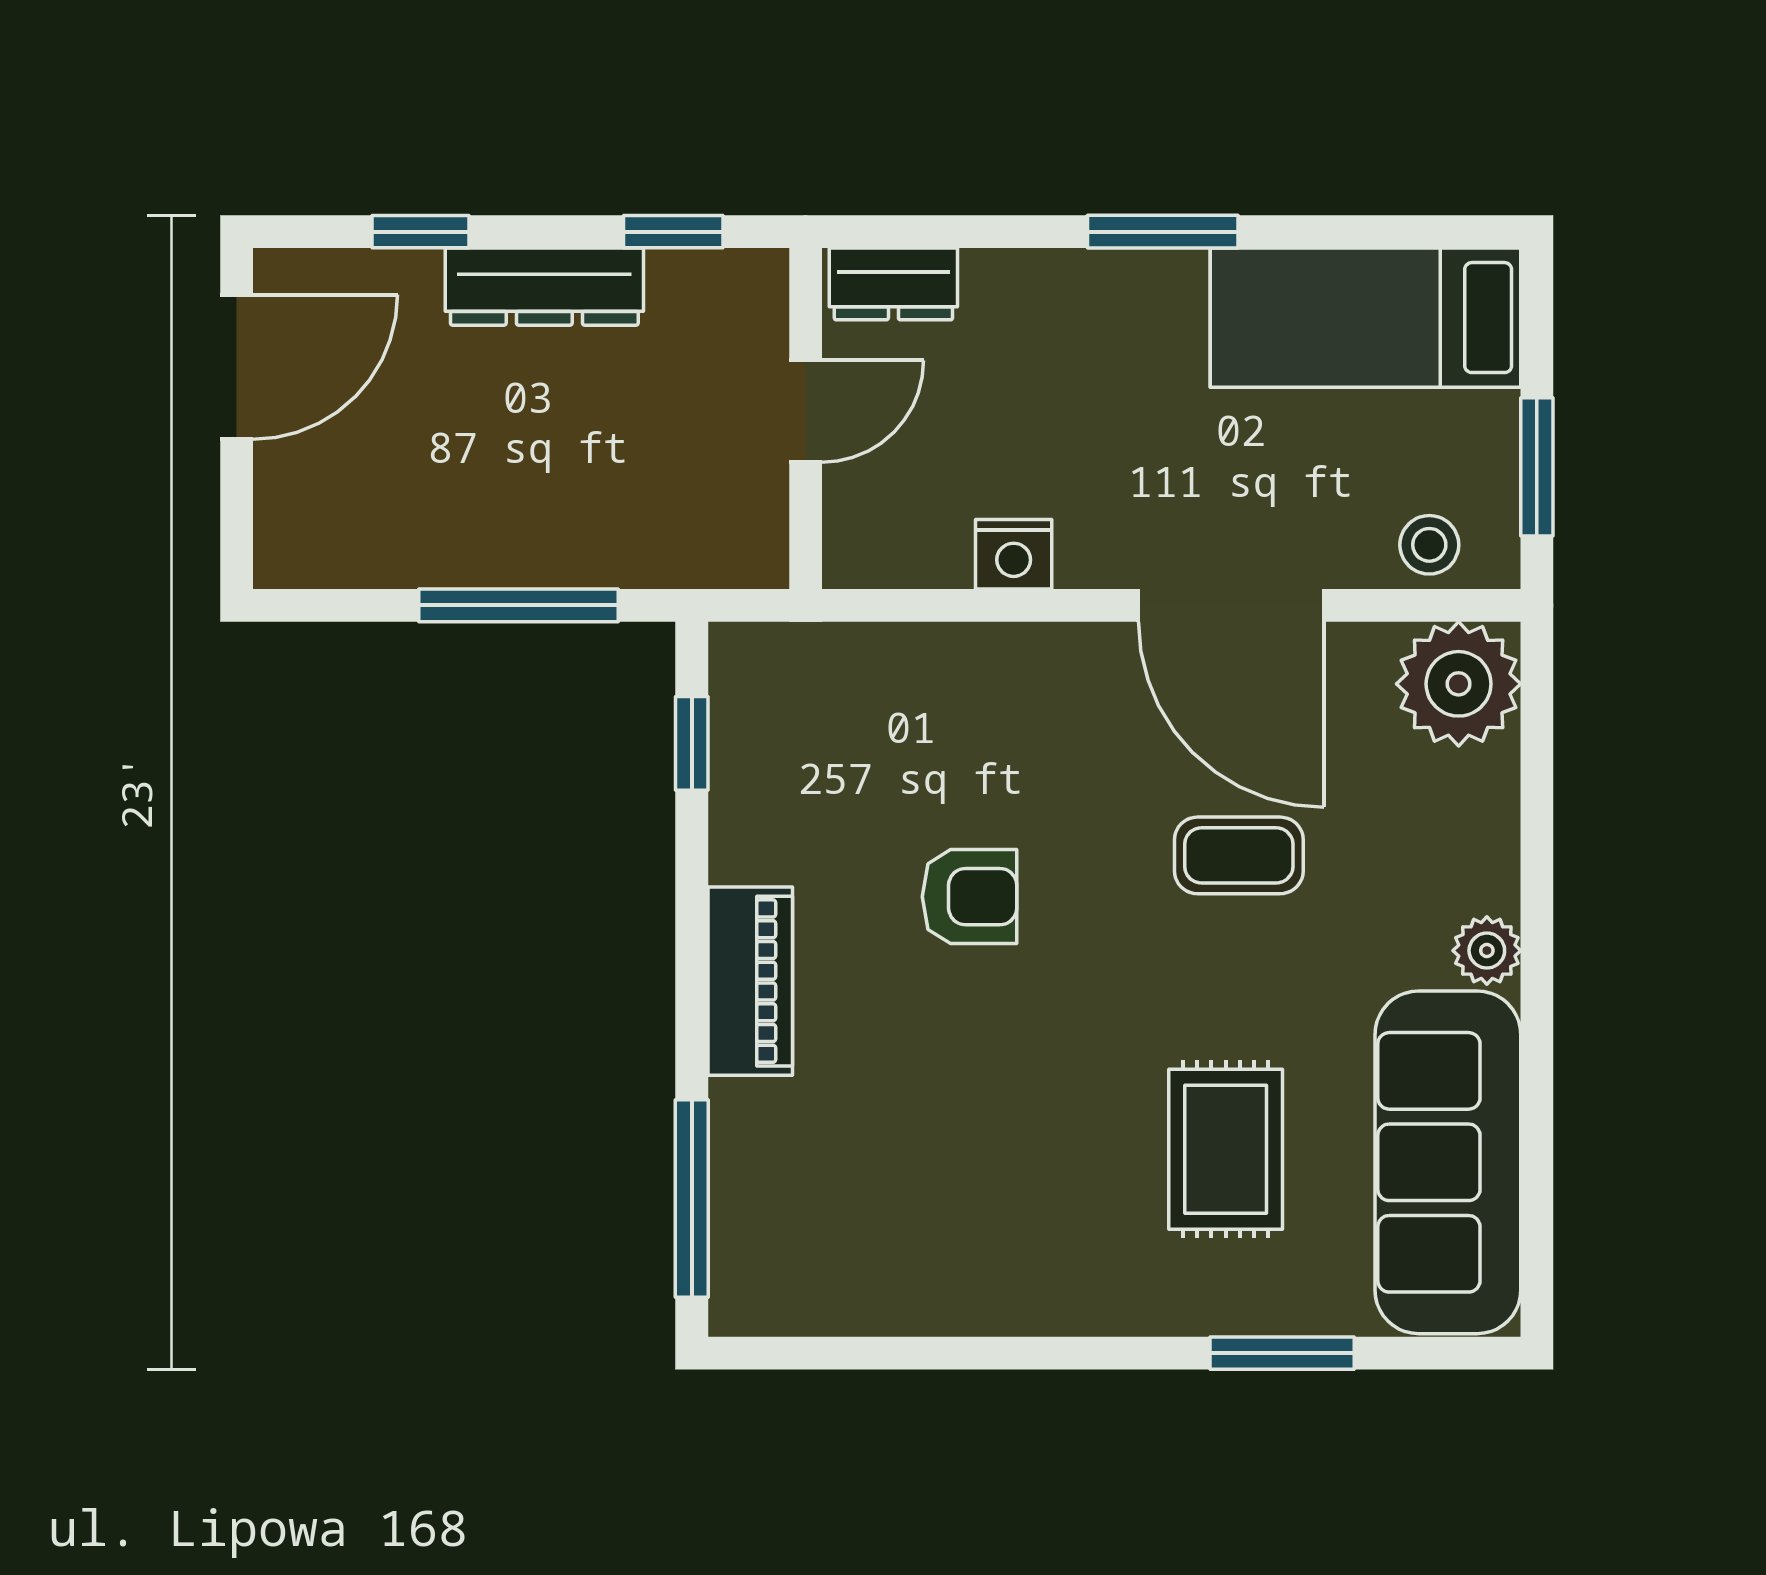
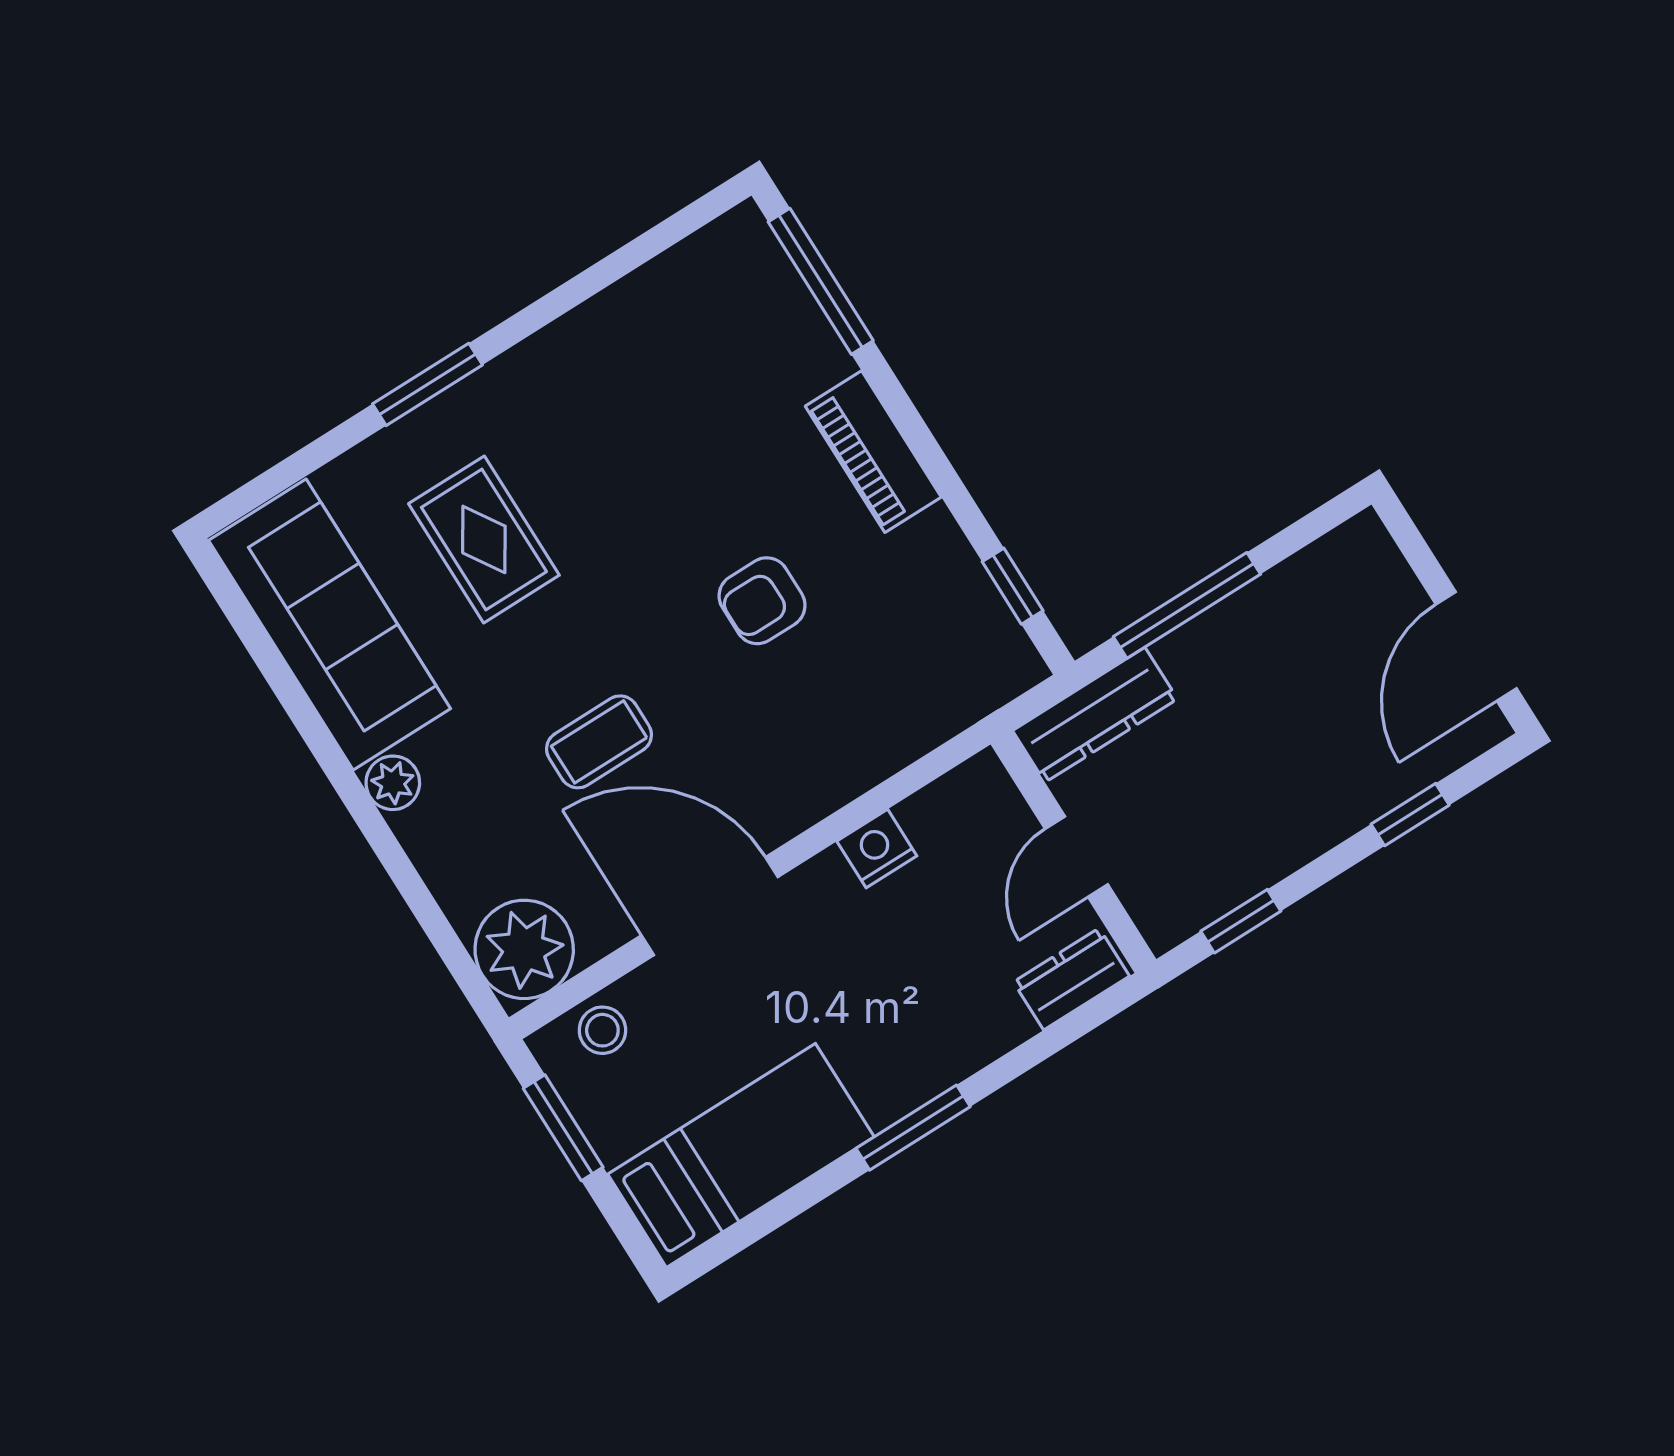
dresser: (544, 287) -> (1095, 715), moved, turned 180
window: (1282, 1353) -> (428, 384), moved

